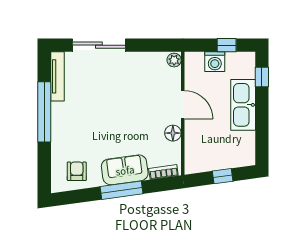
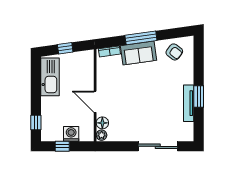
tv unit: (57, 76) -> (189, 103), moved
kitchen sink: (243, 105) -> (50, 77), moved
window: (44, 112) -> (199, 96), width x0.47
floor lamp: (173, 133) -> (102, 123), moved
armchair: (77, 171) -> (174, 52), turned -53

